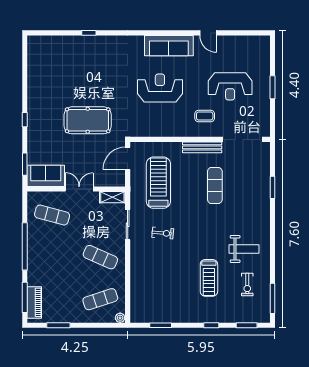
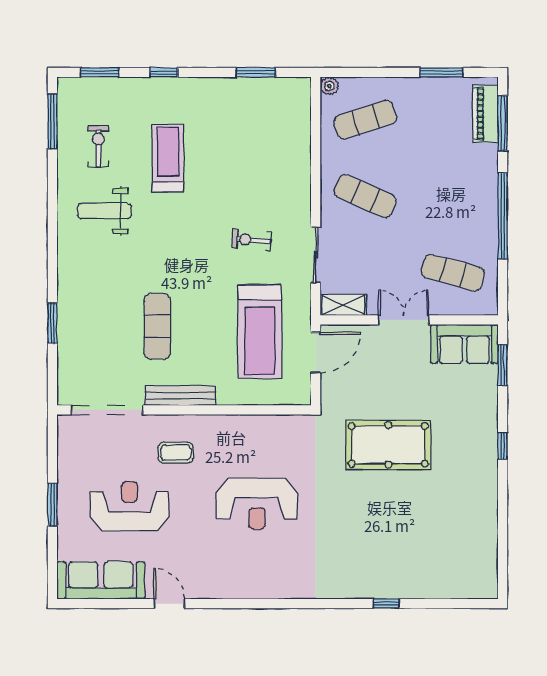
sofa: (169, 46) -> (101, 580), moved
door: (128, 158) -> (316, 353), moved
double door: (79, 189) -> (404, 320), swing flipped

